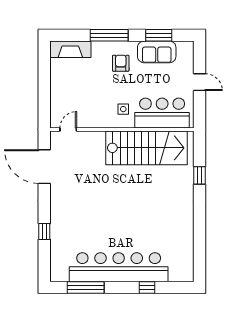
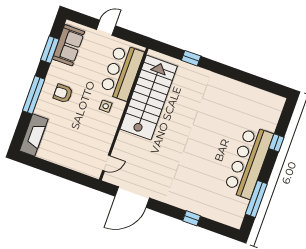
sofa: (157, 52) -> (68, 45), moved
door: (68, 130) -> (106, 163), swing flipped
bar counter: (119, 267) -> (249, 162), width x0.73

